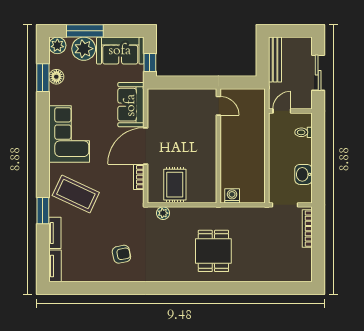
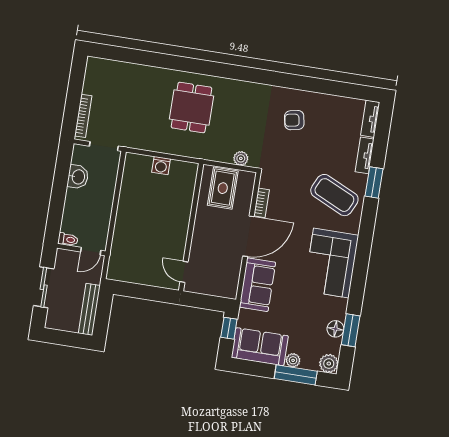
plant: (84, 49) -> (293, 360), width x0.53, depth x0.53
door: (218, 106) -> (184, 272), moved
toilet: (303, 132) -> (68, 239), moved
wall: (218, 146) -> (191, 227), moved

